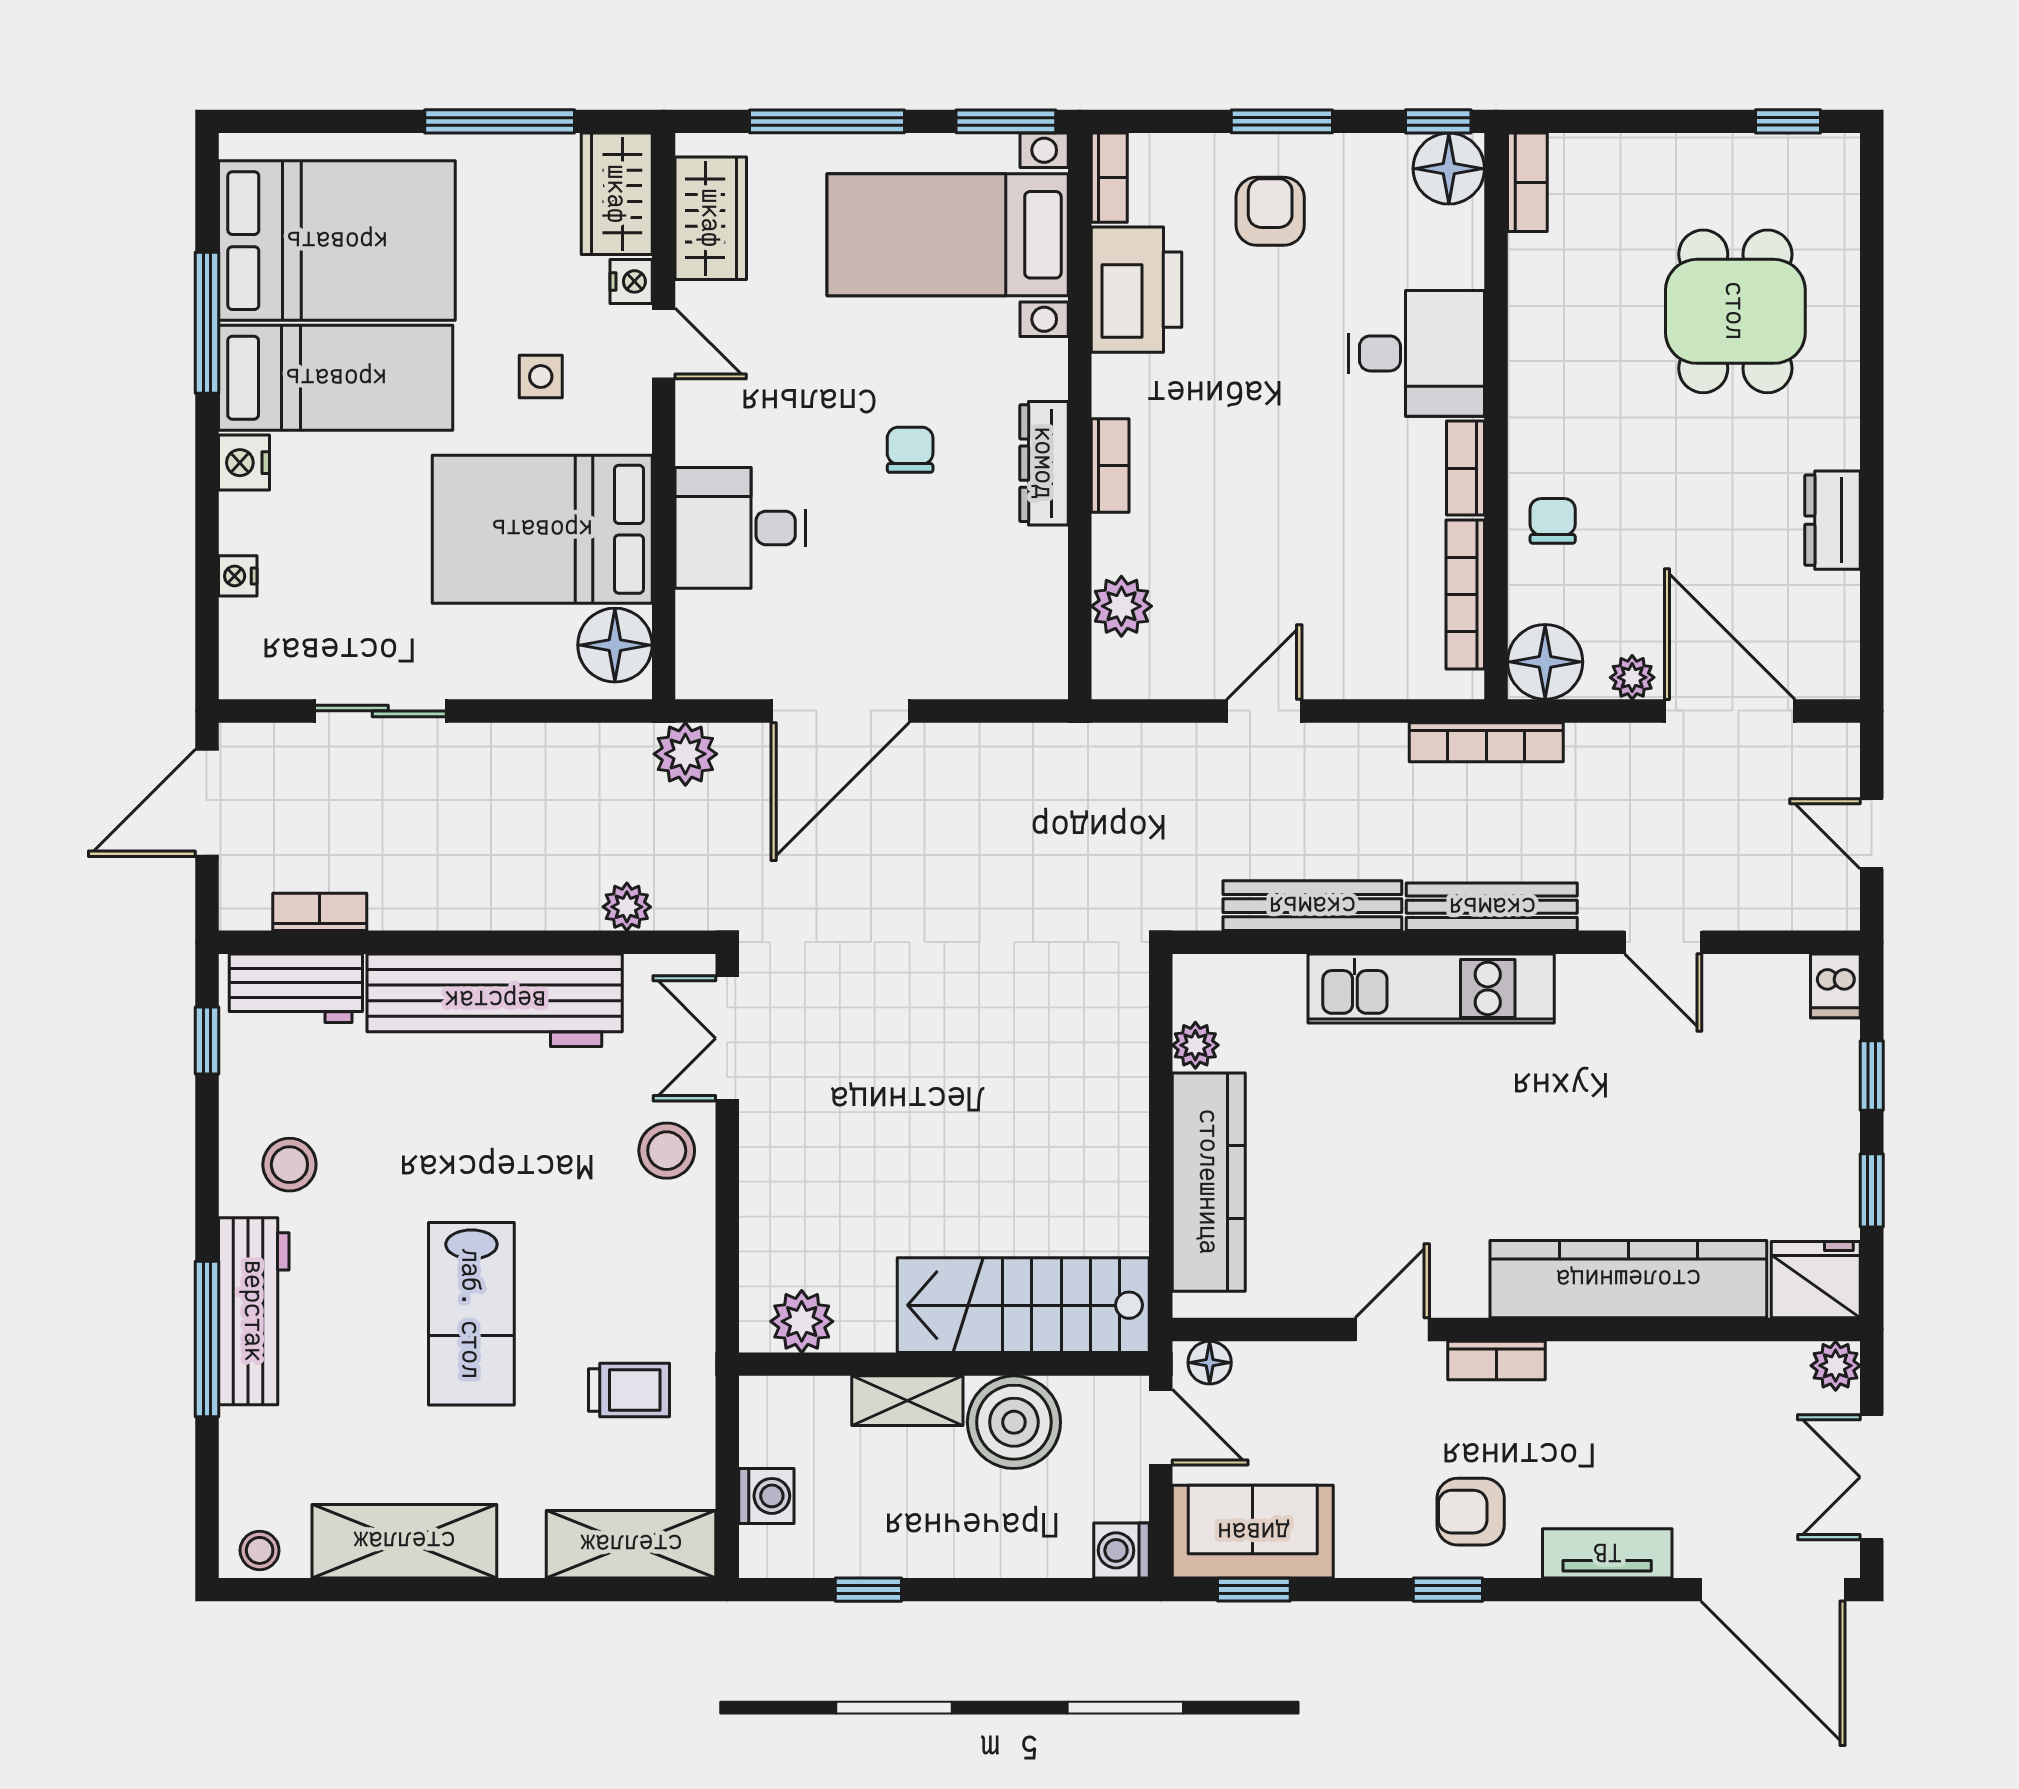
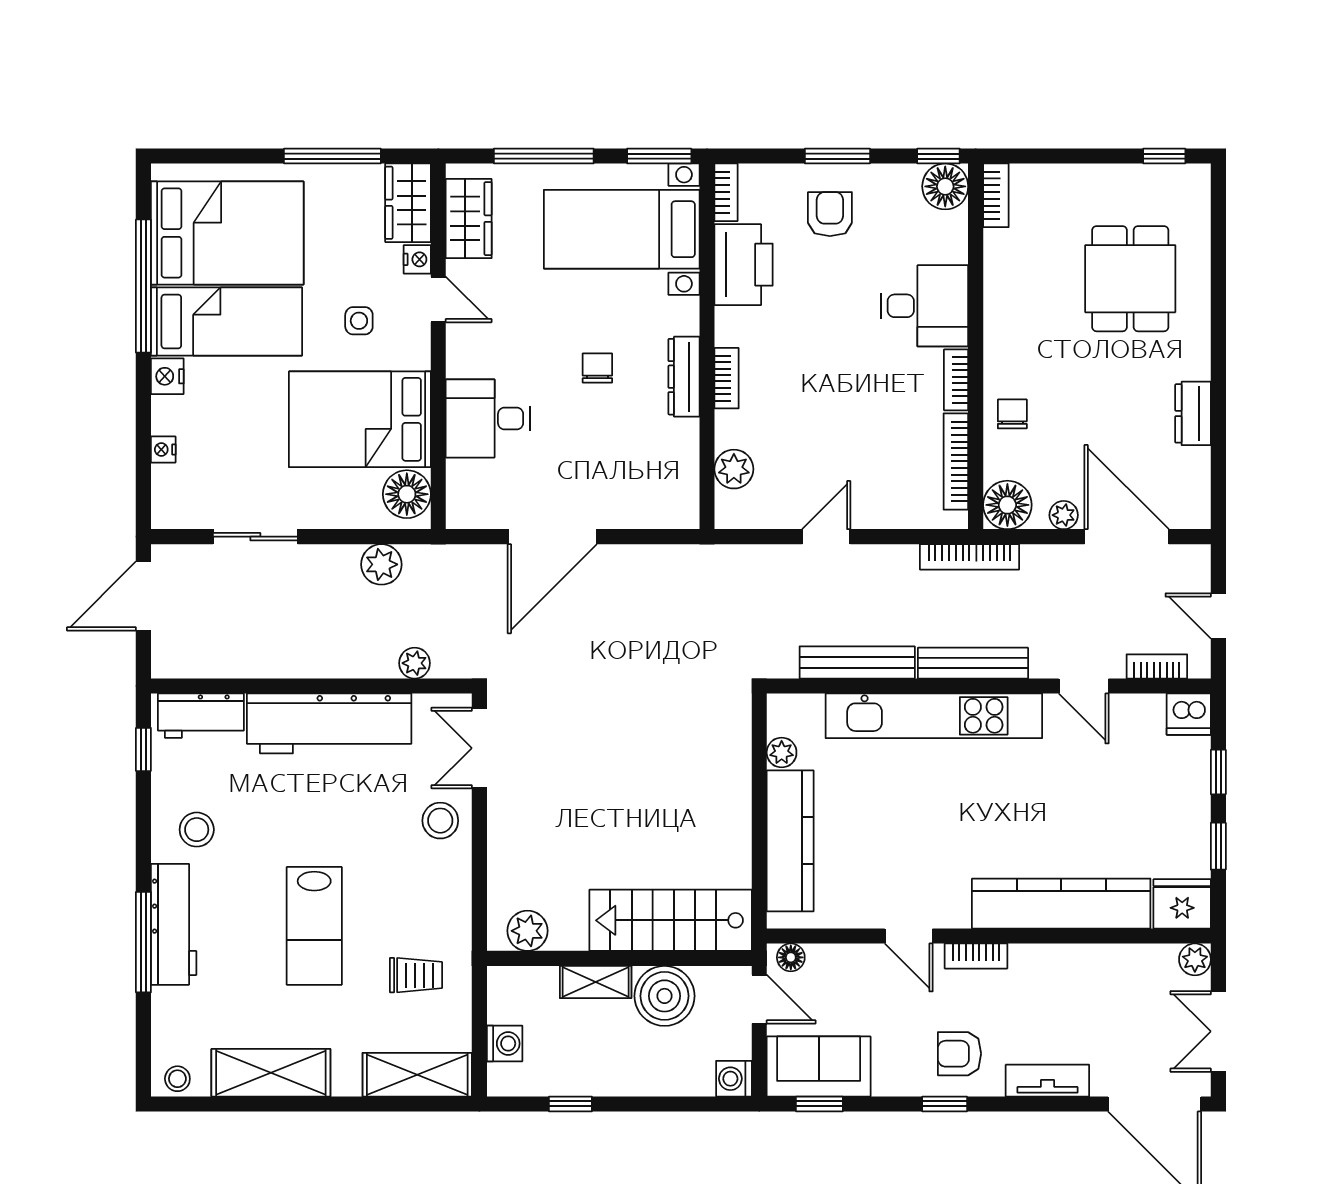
window: (207, 323) -> (143, 286), width x1.46
plant: (685, 754) -> (381, 564), moved
bookcase: (320, 912) -> (1157, 666), moved
dishwasher: (1835, 986) -> (1189, 714), width x1.38
kitchen unit: (1431, 988) -> (934, 716), width x1.36
door: (1392, 1329) -> (909, 936), swing flipped

